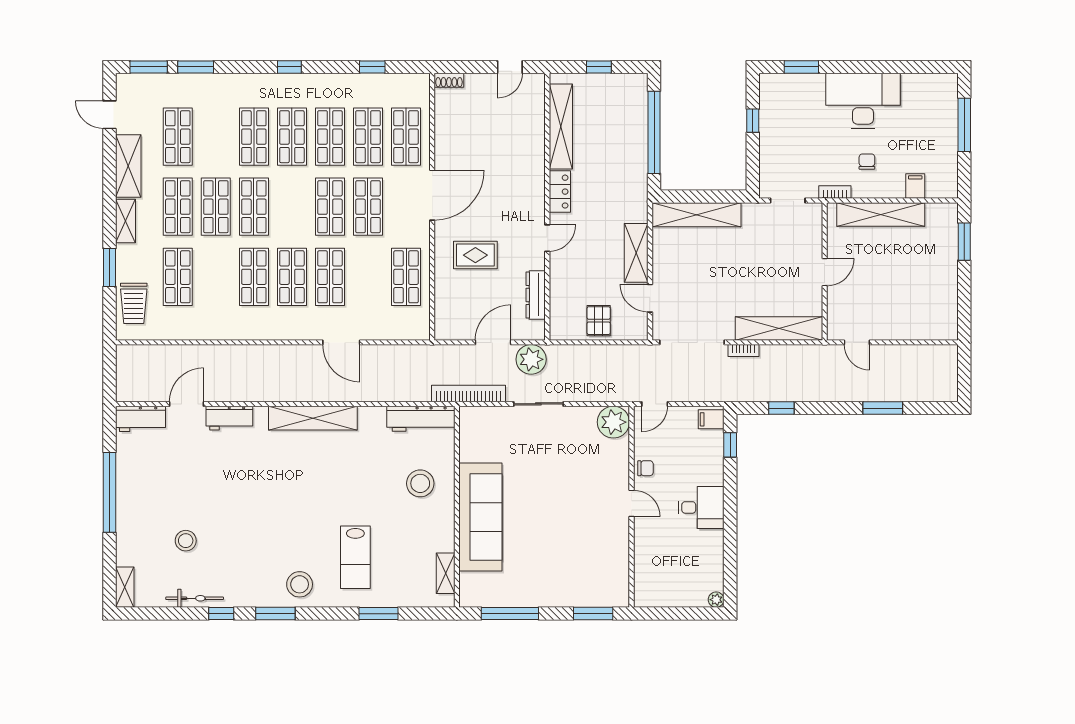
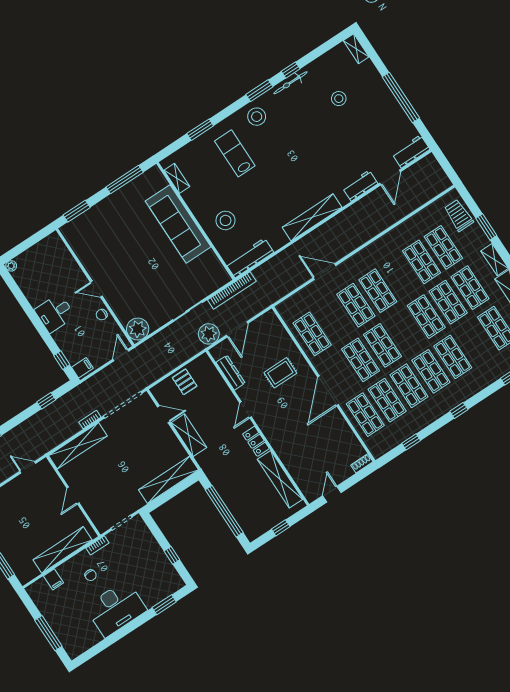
shop shelf: (254, 277) -> (422, 262), moved
bicycle: (195, 598) -> (291, 83), moved

